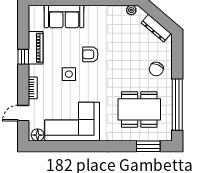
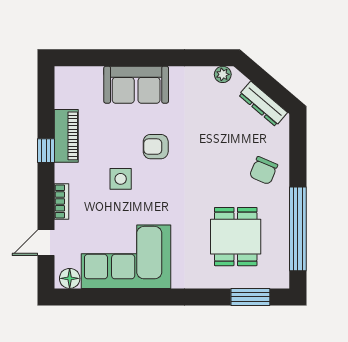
sofa: (64, 16) -> (136, 85), moved
dining table: (139, 109) -> (236, 237), width x0.73

